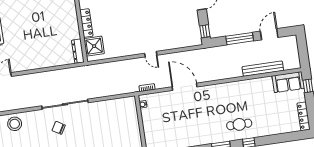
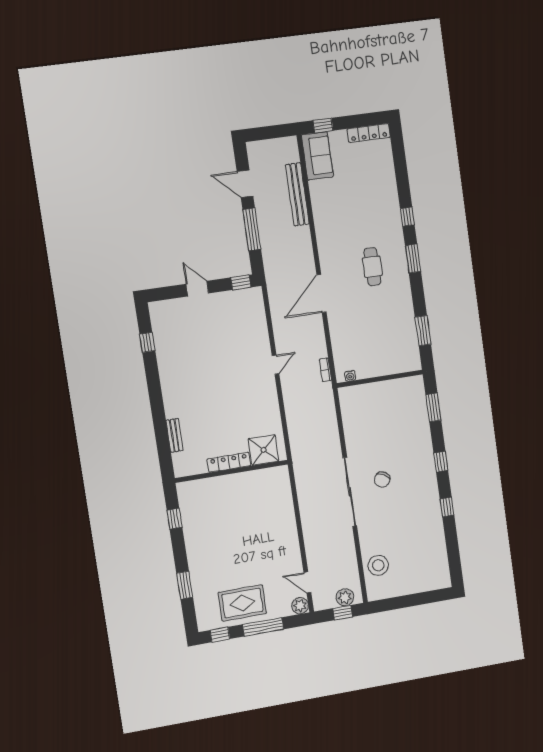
dresser: (78, 51) -> (271, 474), removed
door: (185, 87) -> (321, 293), moved
cafe table: (239, 124) -> (372, 267), moved
chair: (59, 128) -> (382, 480), moved

